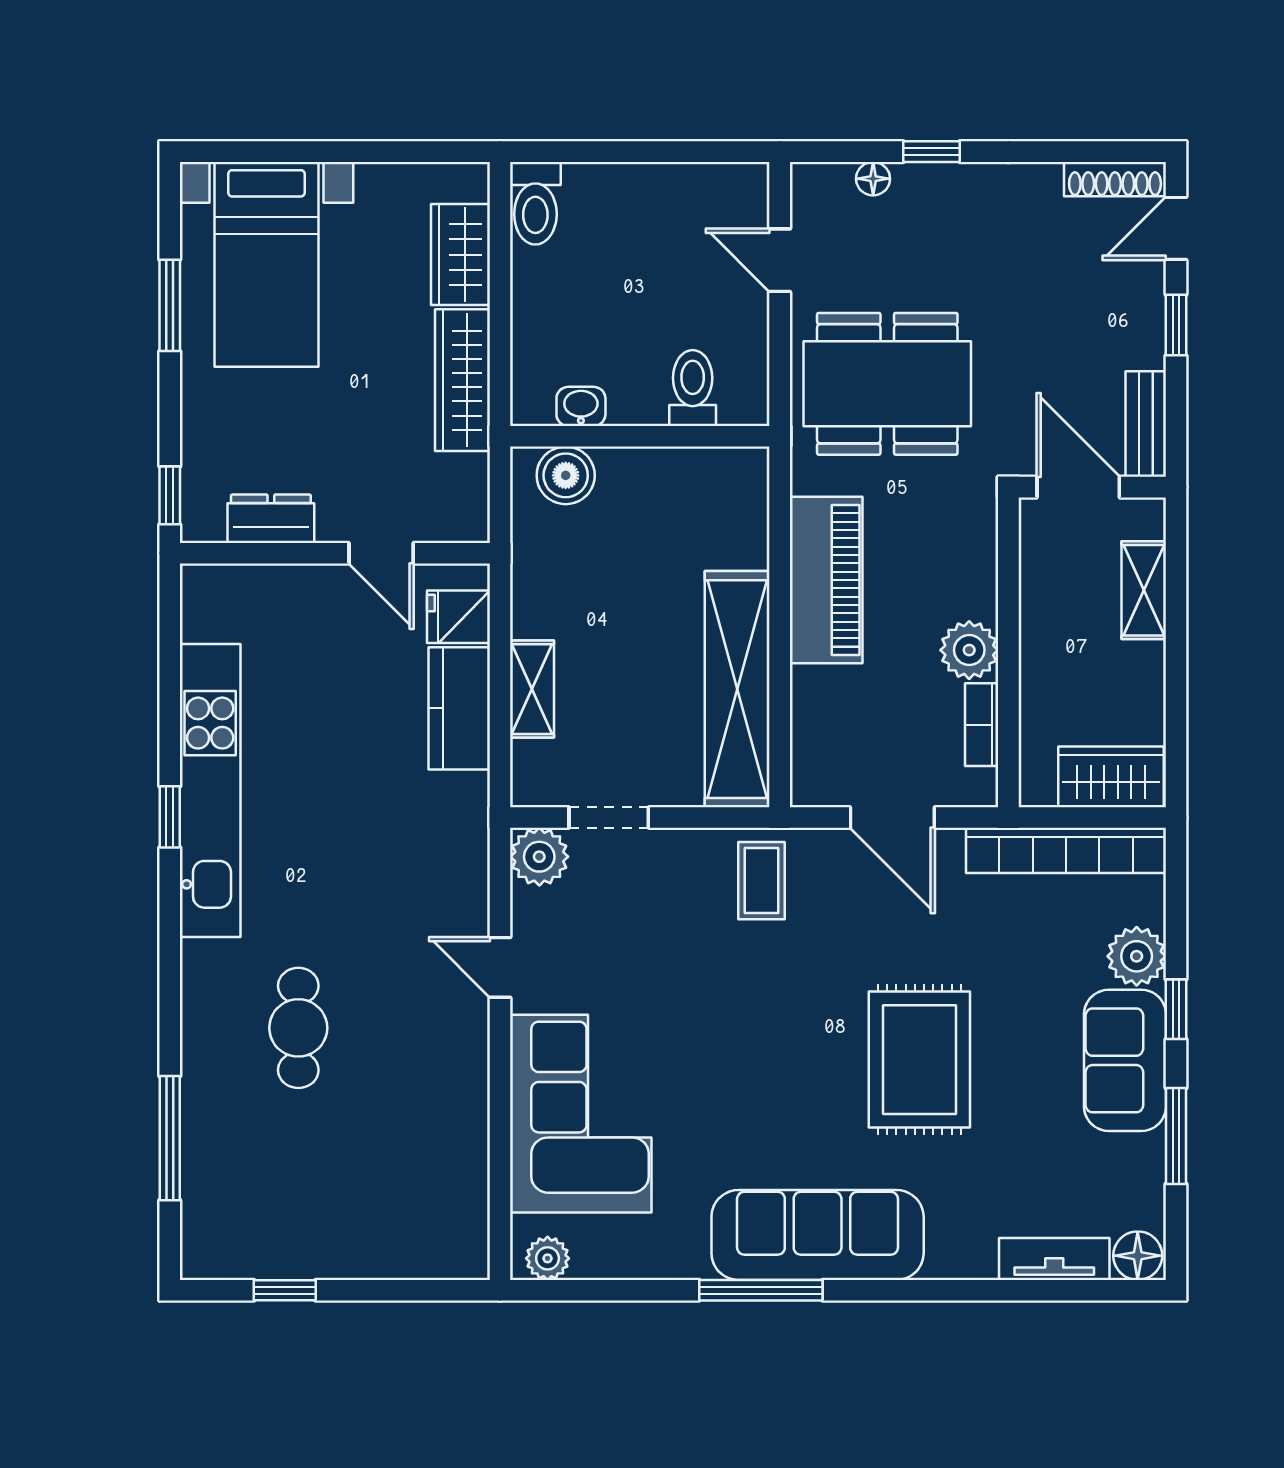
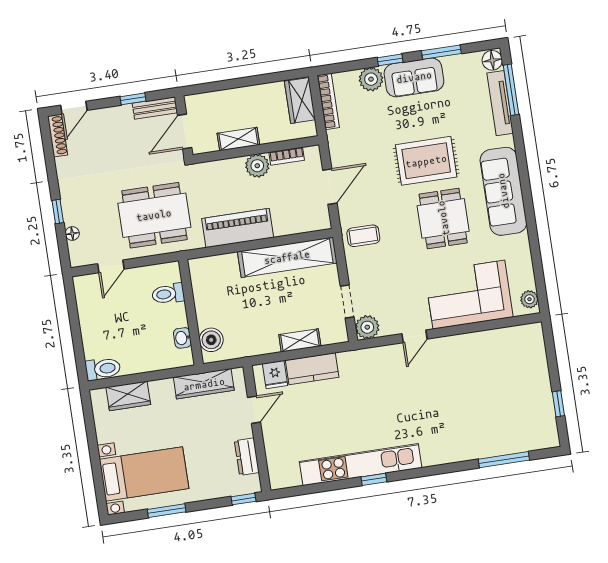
door: (1176, 228) -> (74, 108), hinge flipped
window: (1176, 325) -> (133, 99), moved
wardrobe: (462, 380) -> (204, 384), moved
dining table: (887, 384) -> (154, 215), turned 90
shelving: (1144, 590) -> (238, 139), moved
bookcase: (1066, 850) -> (328, 101), width x0.68, depth x0.76
cafe table: (298, 1028) -> (451, 414), removed
dining table: (774, 1079) -> (443, 218), added
tv unit: (1054, 1259) -> (500, 103), width x1.41
window: (761, 1290) -> (511, 90), moved

